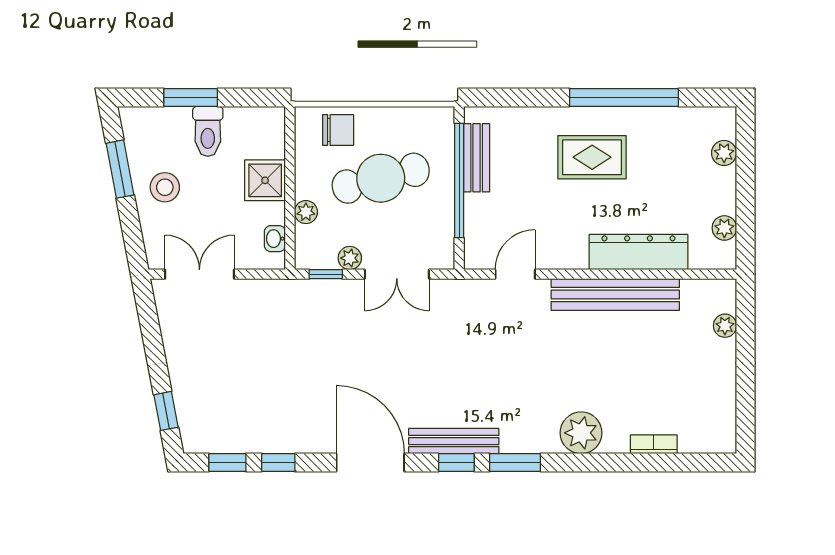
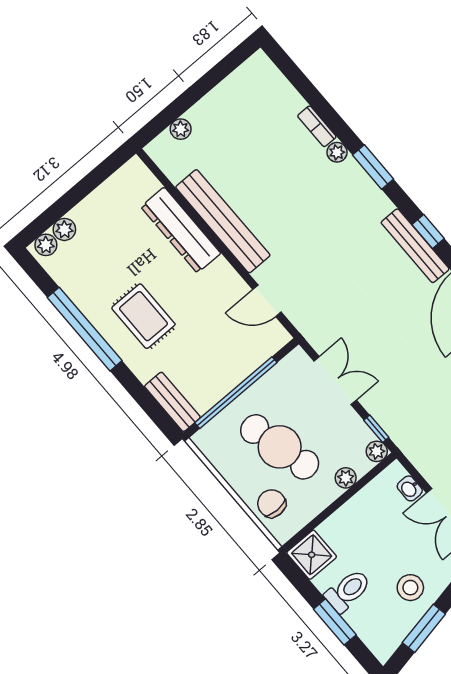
bench: (477, 158) -> (172, 402), moved, turned 90
shower: (265, 180) -> (312, 555), moved
plant: (724, 228) -> (46, 245), moved
washbasin: (275, 239) -> (410, 488), moved, turned 90
plant: (350, 258) -> (377, 451), moved
plant: (581, 433) -> (337, 152), width x0.53, depth x0.53
bookcase: (654, 444) -> (317, 126), moved
window: (515, 463) -> (373, 167), moved

